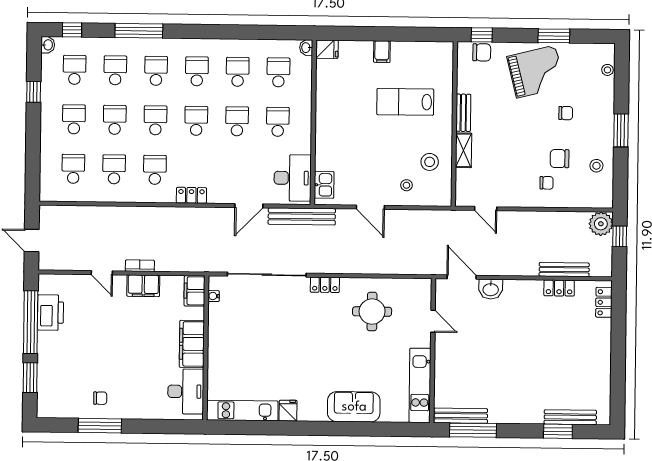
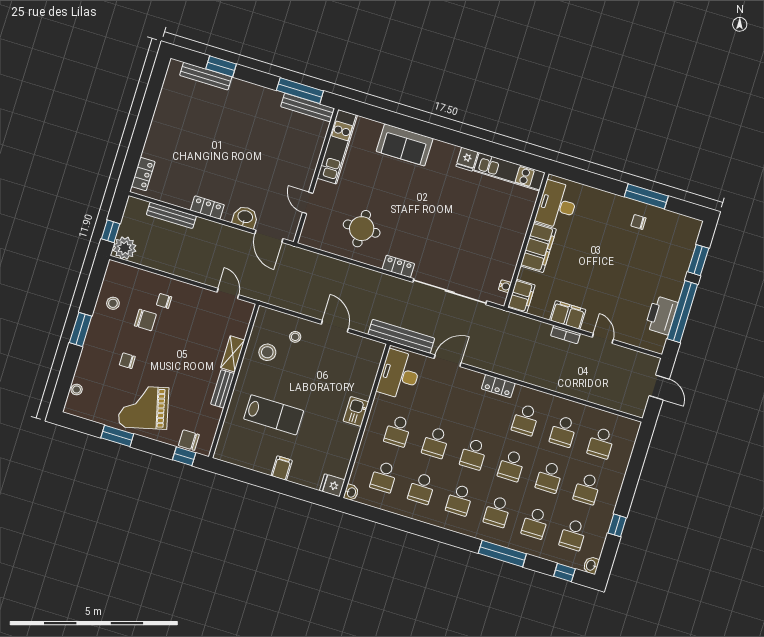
kitchen sink: (324, 185) -> (356, 411), moved
locker: (559, 288) -> (207, 208), moved

